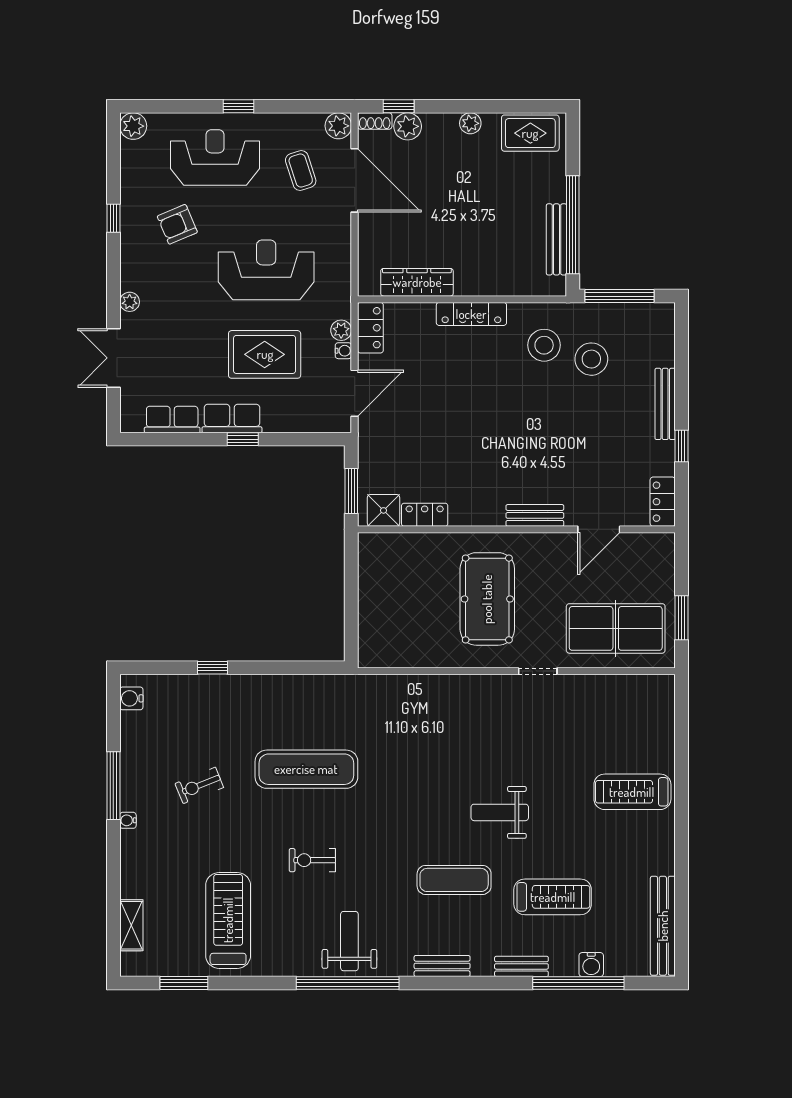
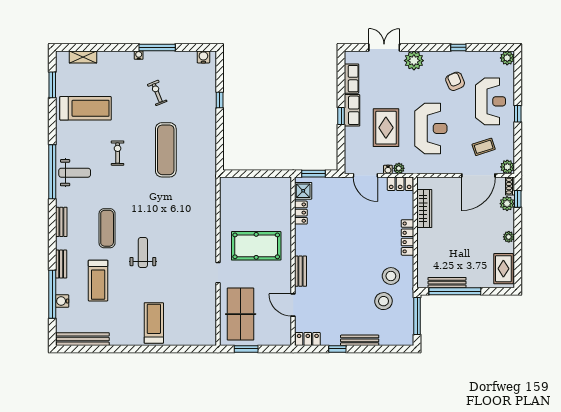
plant: (130, 302) -> (414, 61), width x1.87, depth x1.87

